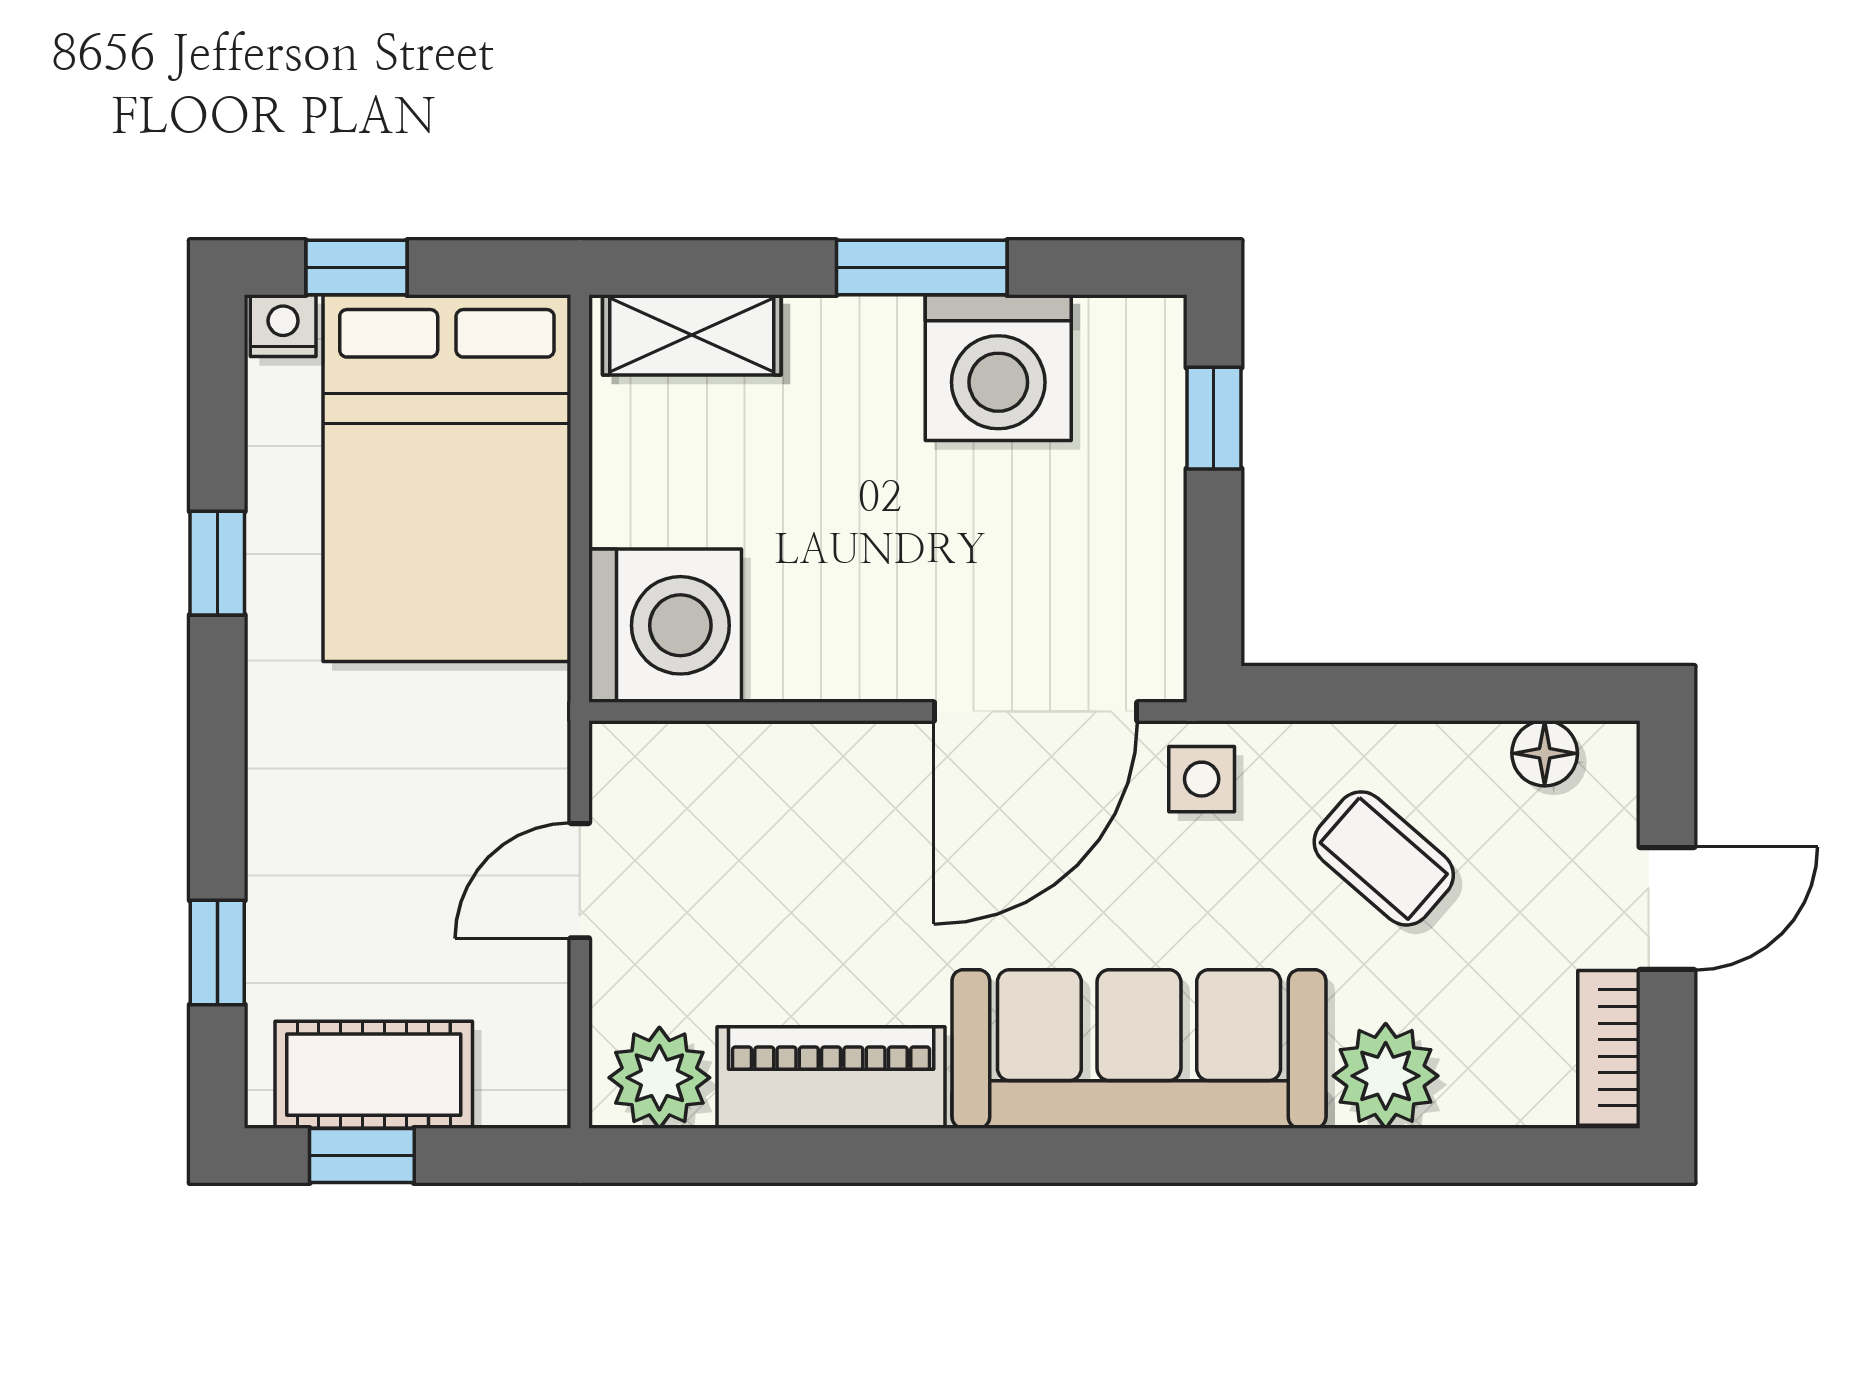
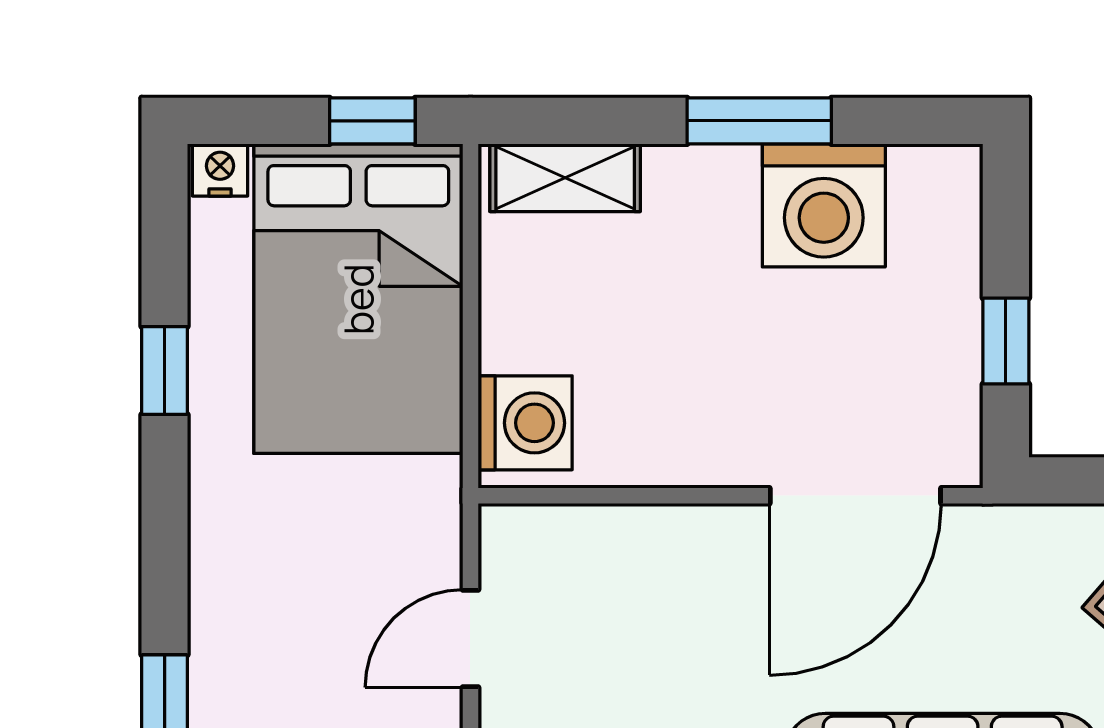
window: (356, 268) -> (372, 121), moved
window: (1214, 418) -> (1006, 341), moved
washing machine: (665, 625) -> (525, 423), width x0.73, depth x0.73
side table: (1202, 779) -> (995, 553), removed

